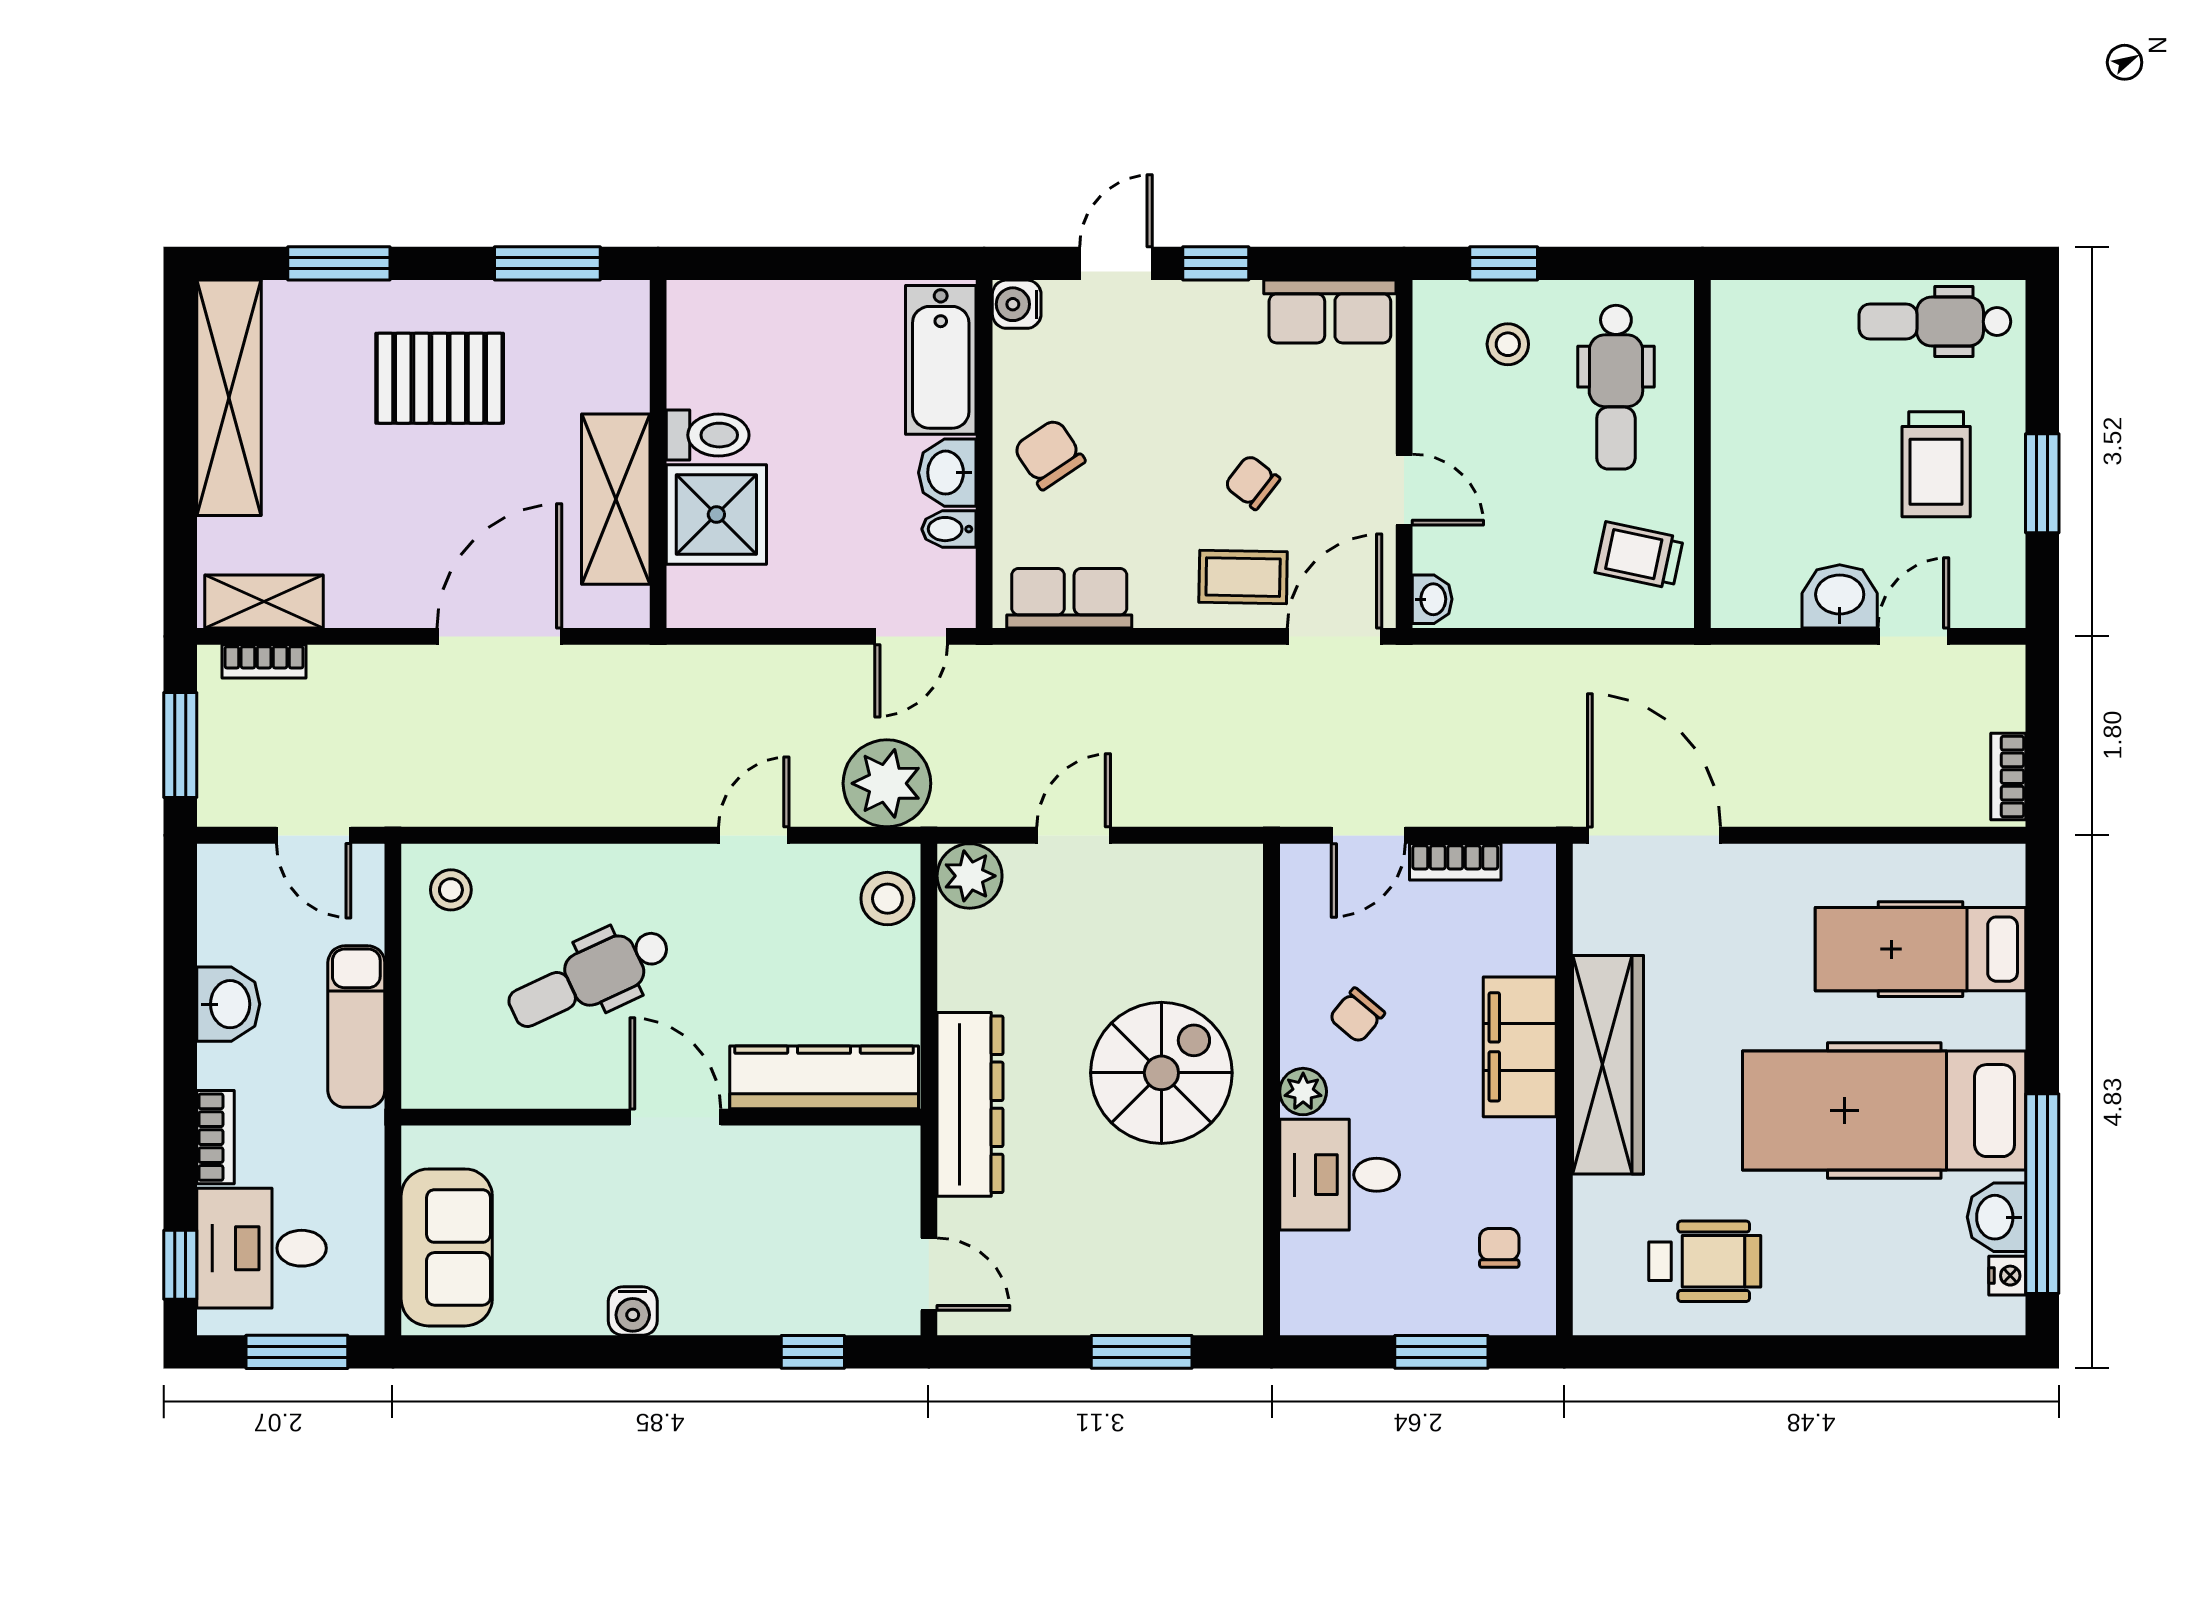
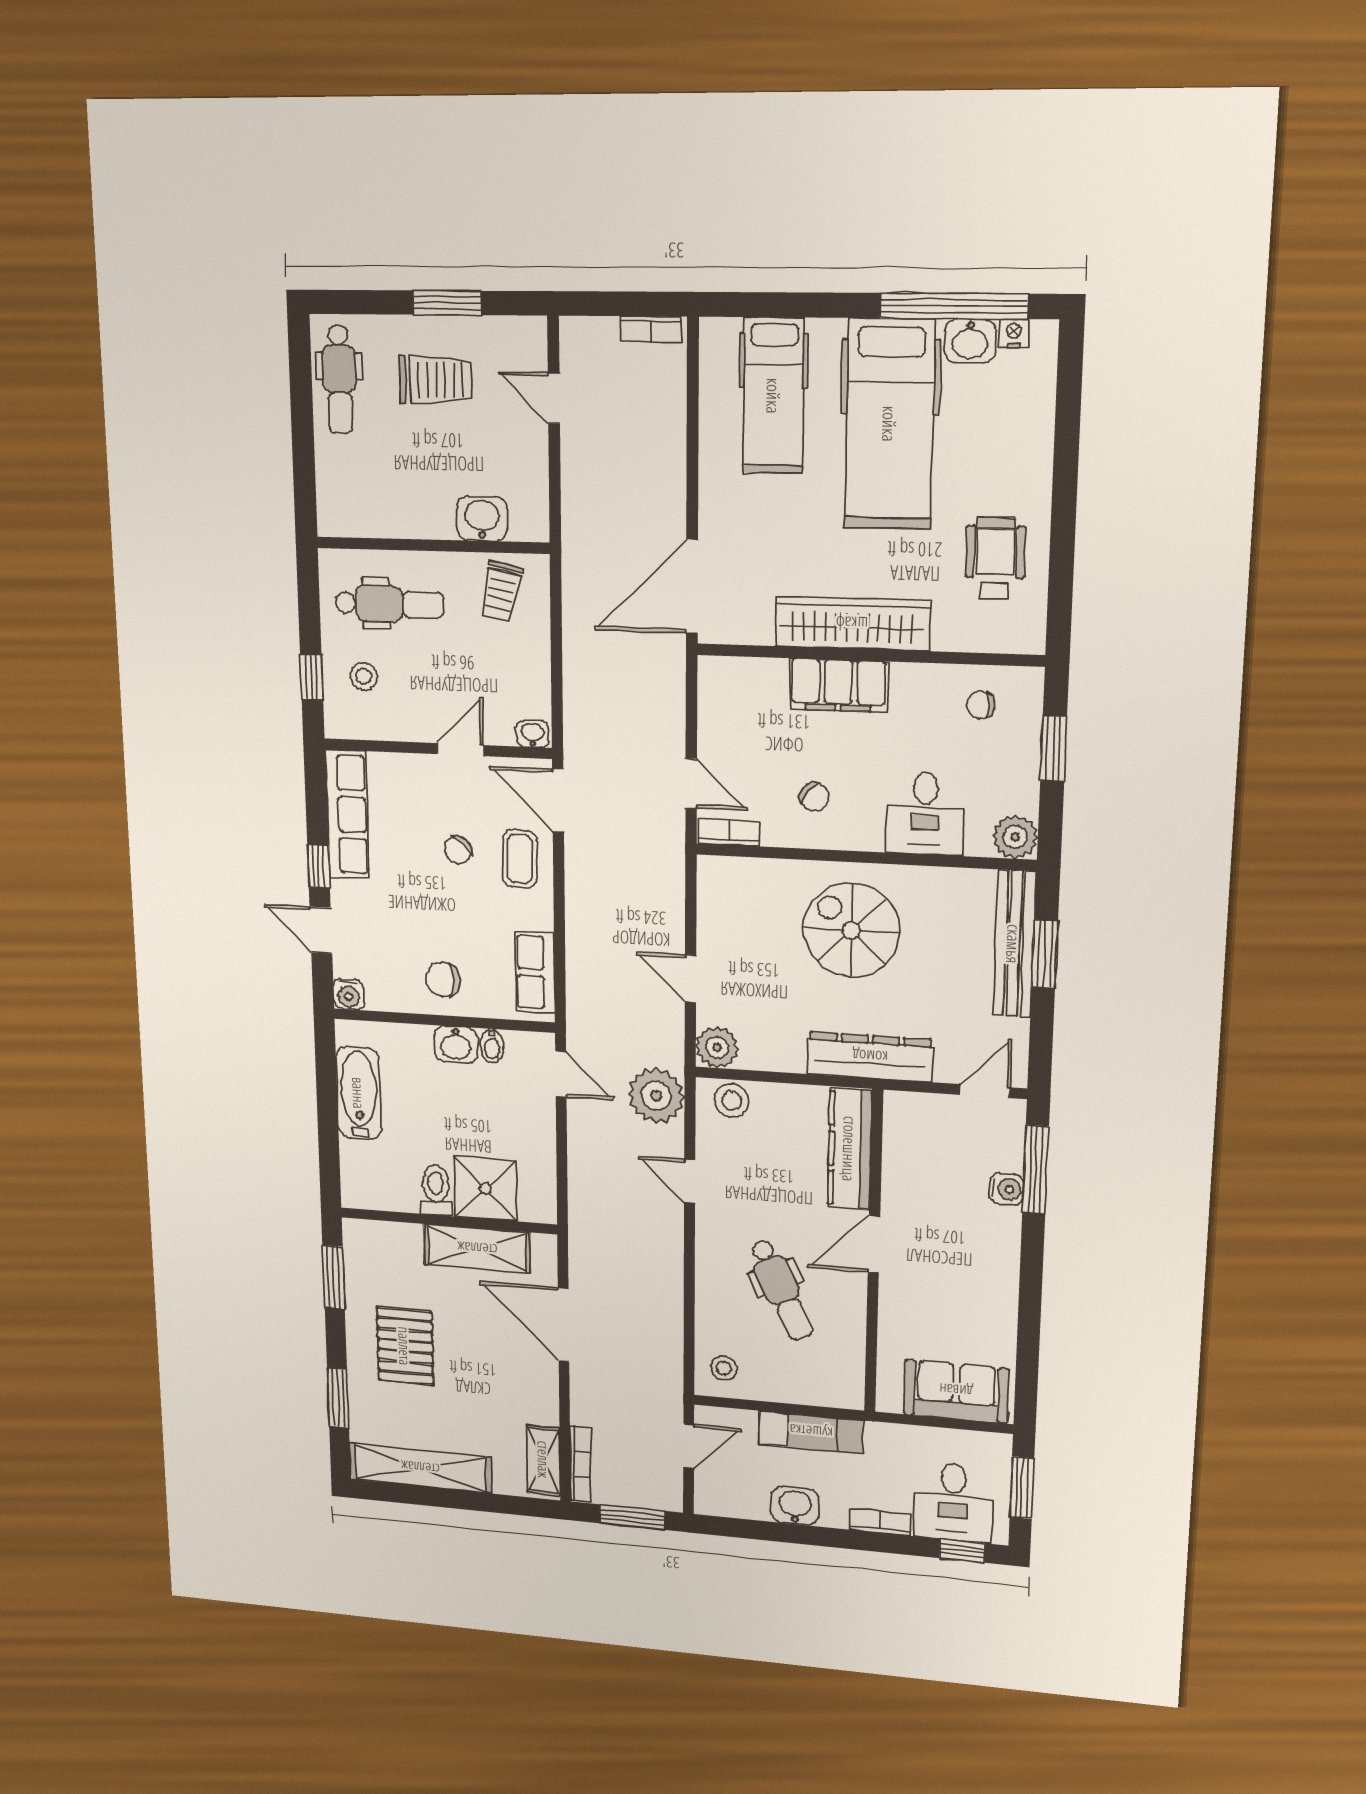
row of seats: (1330, 311) -> (347, 814), width x1.48
bathtub: (941, 360) -> (359, 1093), moved, turned -90
chair: (1049, 454) -> (443, 980), turned 34
washbasin: (1840, 596) -> (482, 519), moved, turned 90
bookcase: (264, 661) -> (580, 1464), width x1.56
bookcase: (1455, 862) -> (729, 833), moved, turned -90
plant: (1303, 1092) -> (1015, 837), moved, width x1.38, depth x1.38
bench: (1155, 1308) -> (1014, 944), added
water cooler: (633, 1311) -> (1007, 1189), moved
window: (813, 1352) -> (1036, 1169), width x2.17

